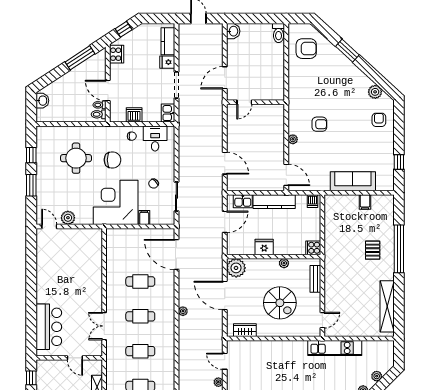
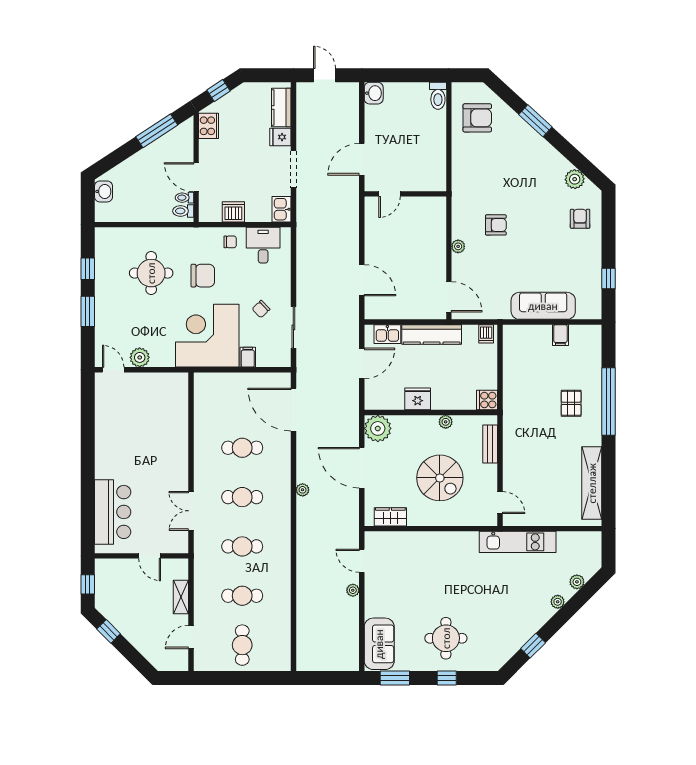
door: (322, 320) -> (500, 503), hinge flipped

